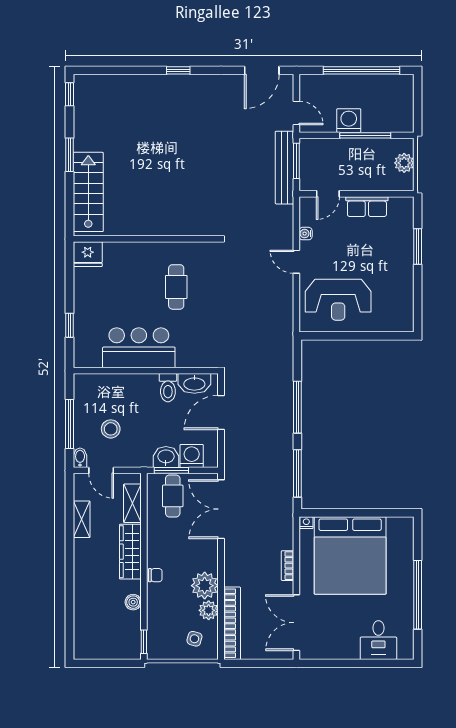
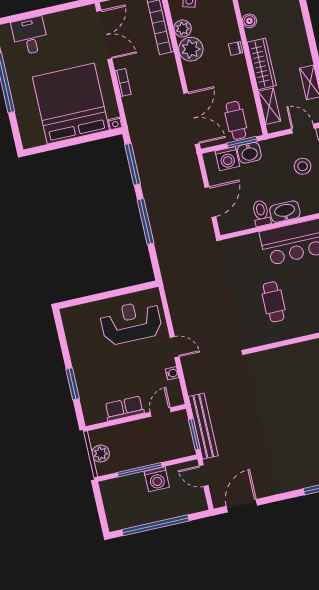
washbasin: (194, 383) -> (285, 212), moved

